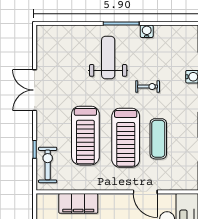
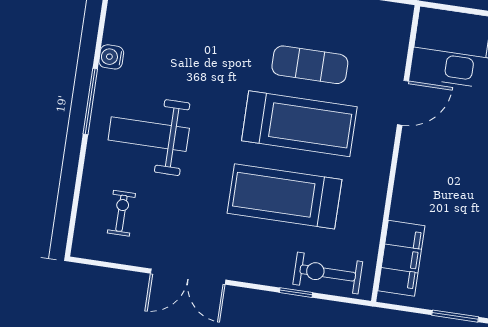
exercise bike: (148, 87) -> (121, 213), moved
treadmill: (85, 136) -> (284, 196), turned 180
filing cabinet: (78, 203) -> (401, 258), moved

